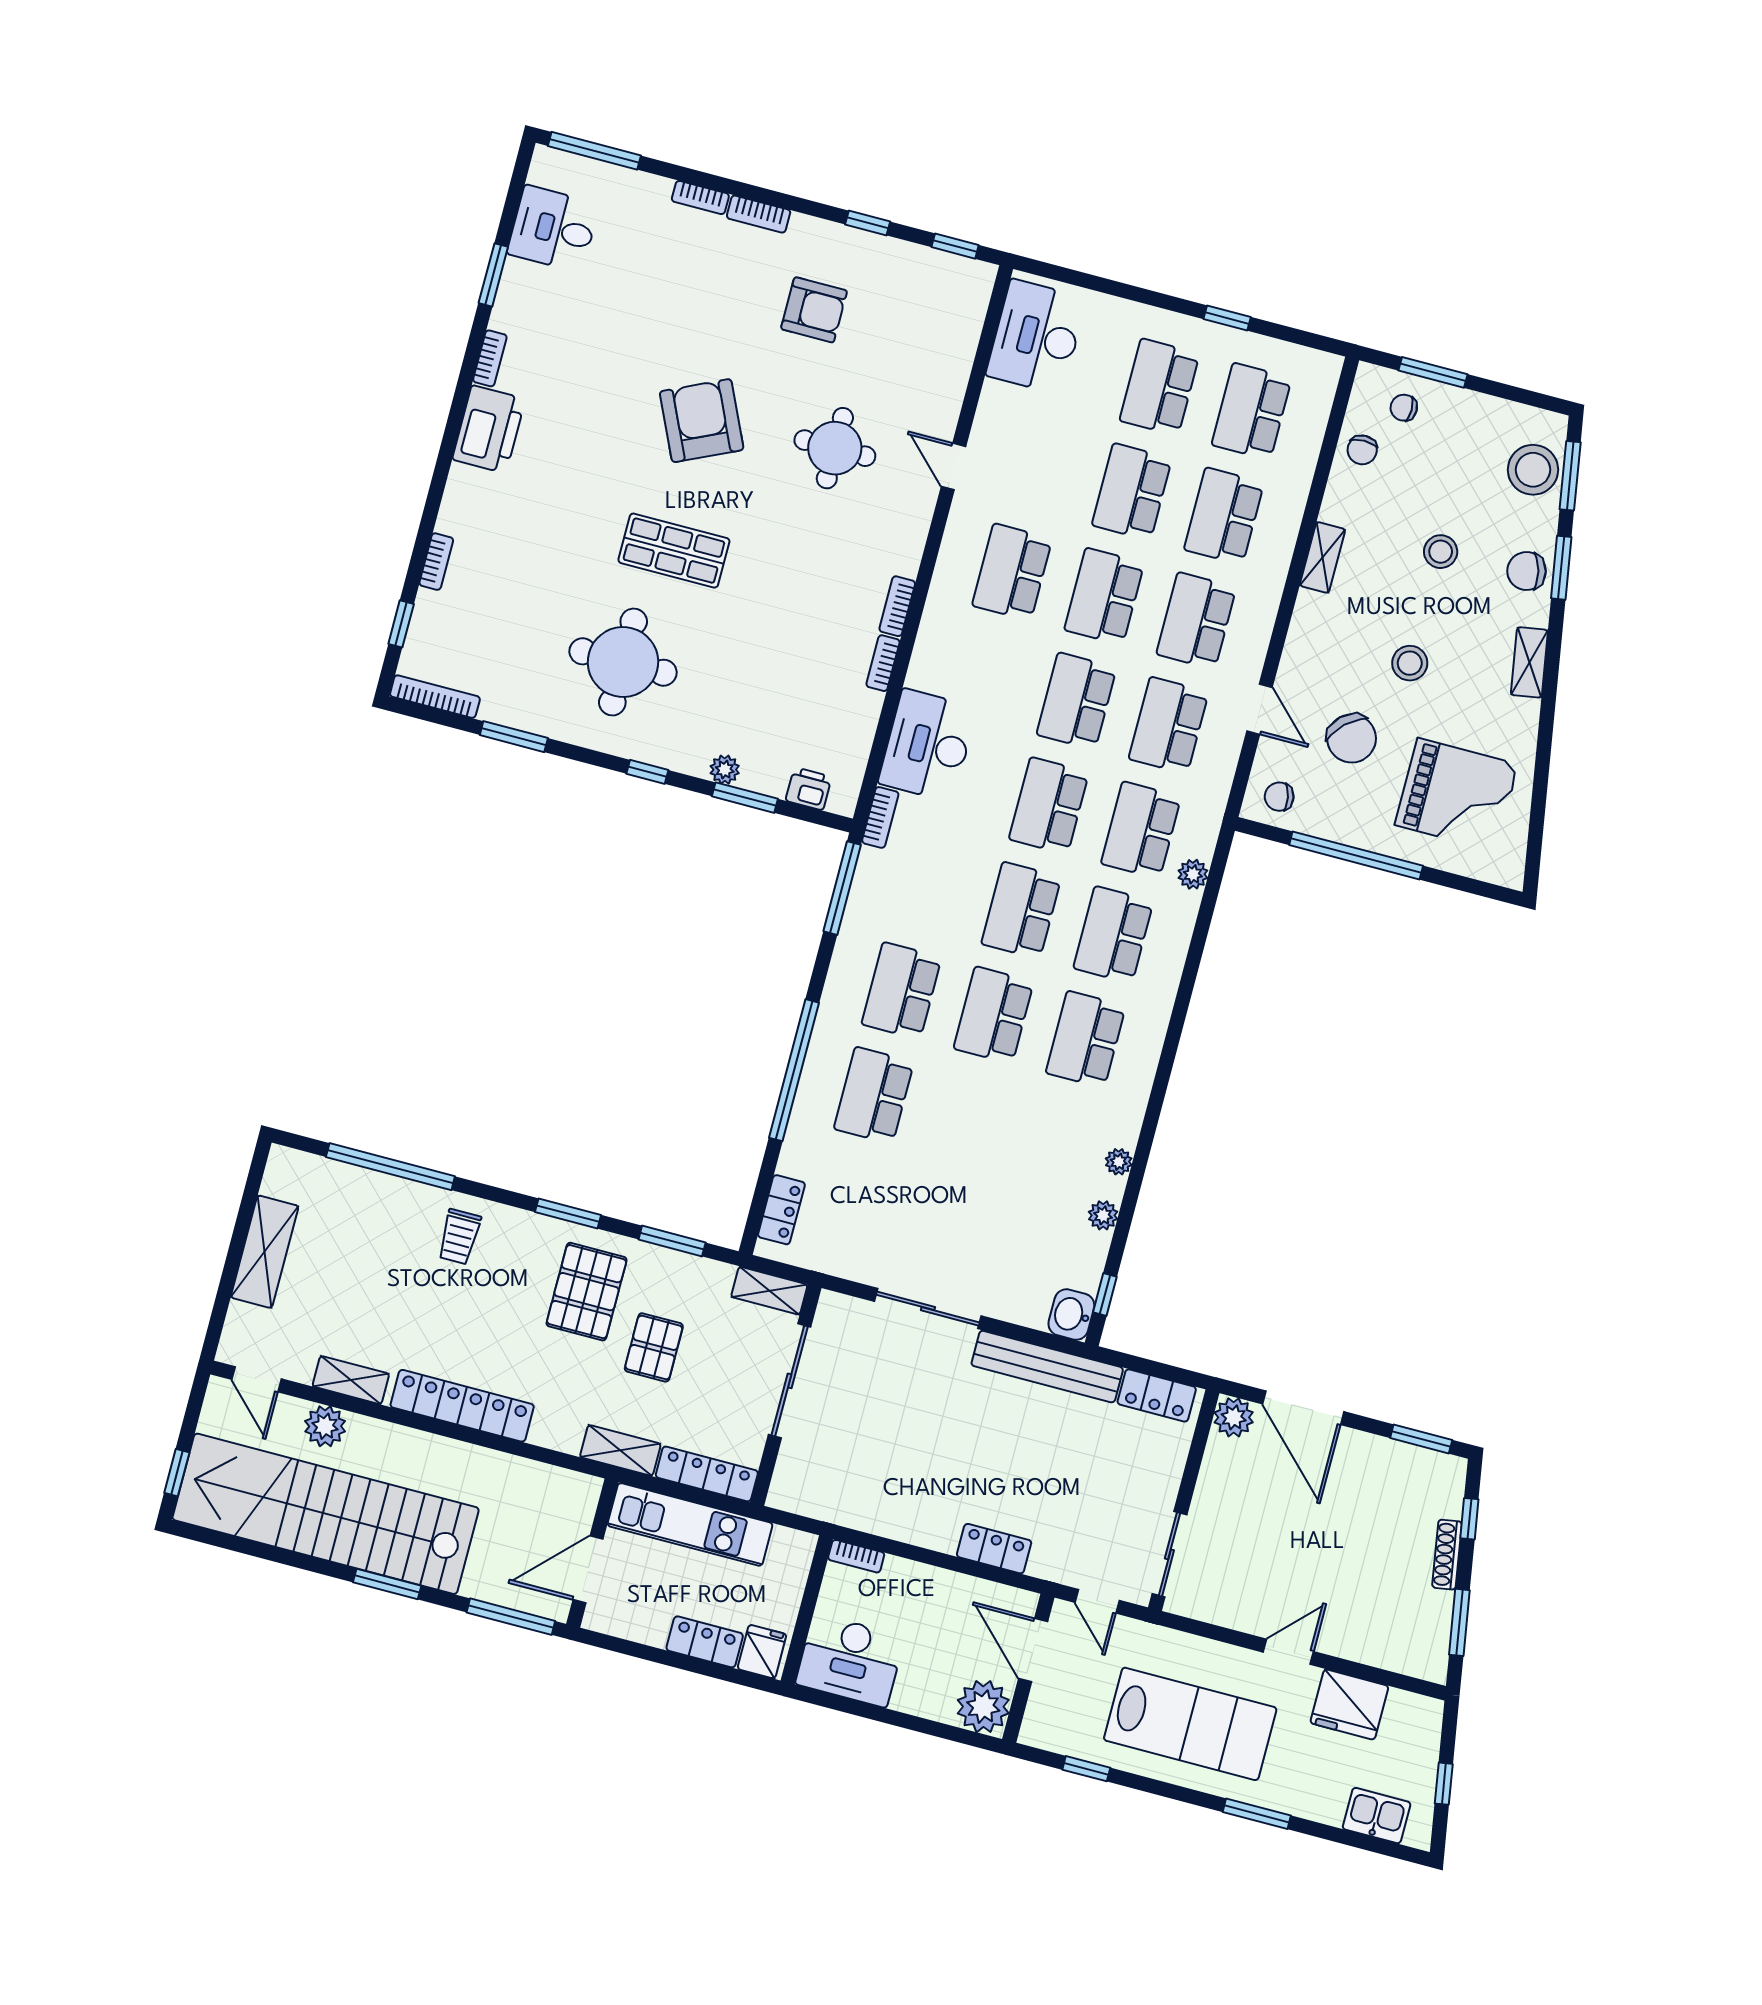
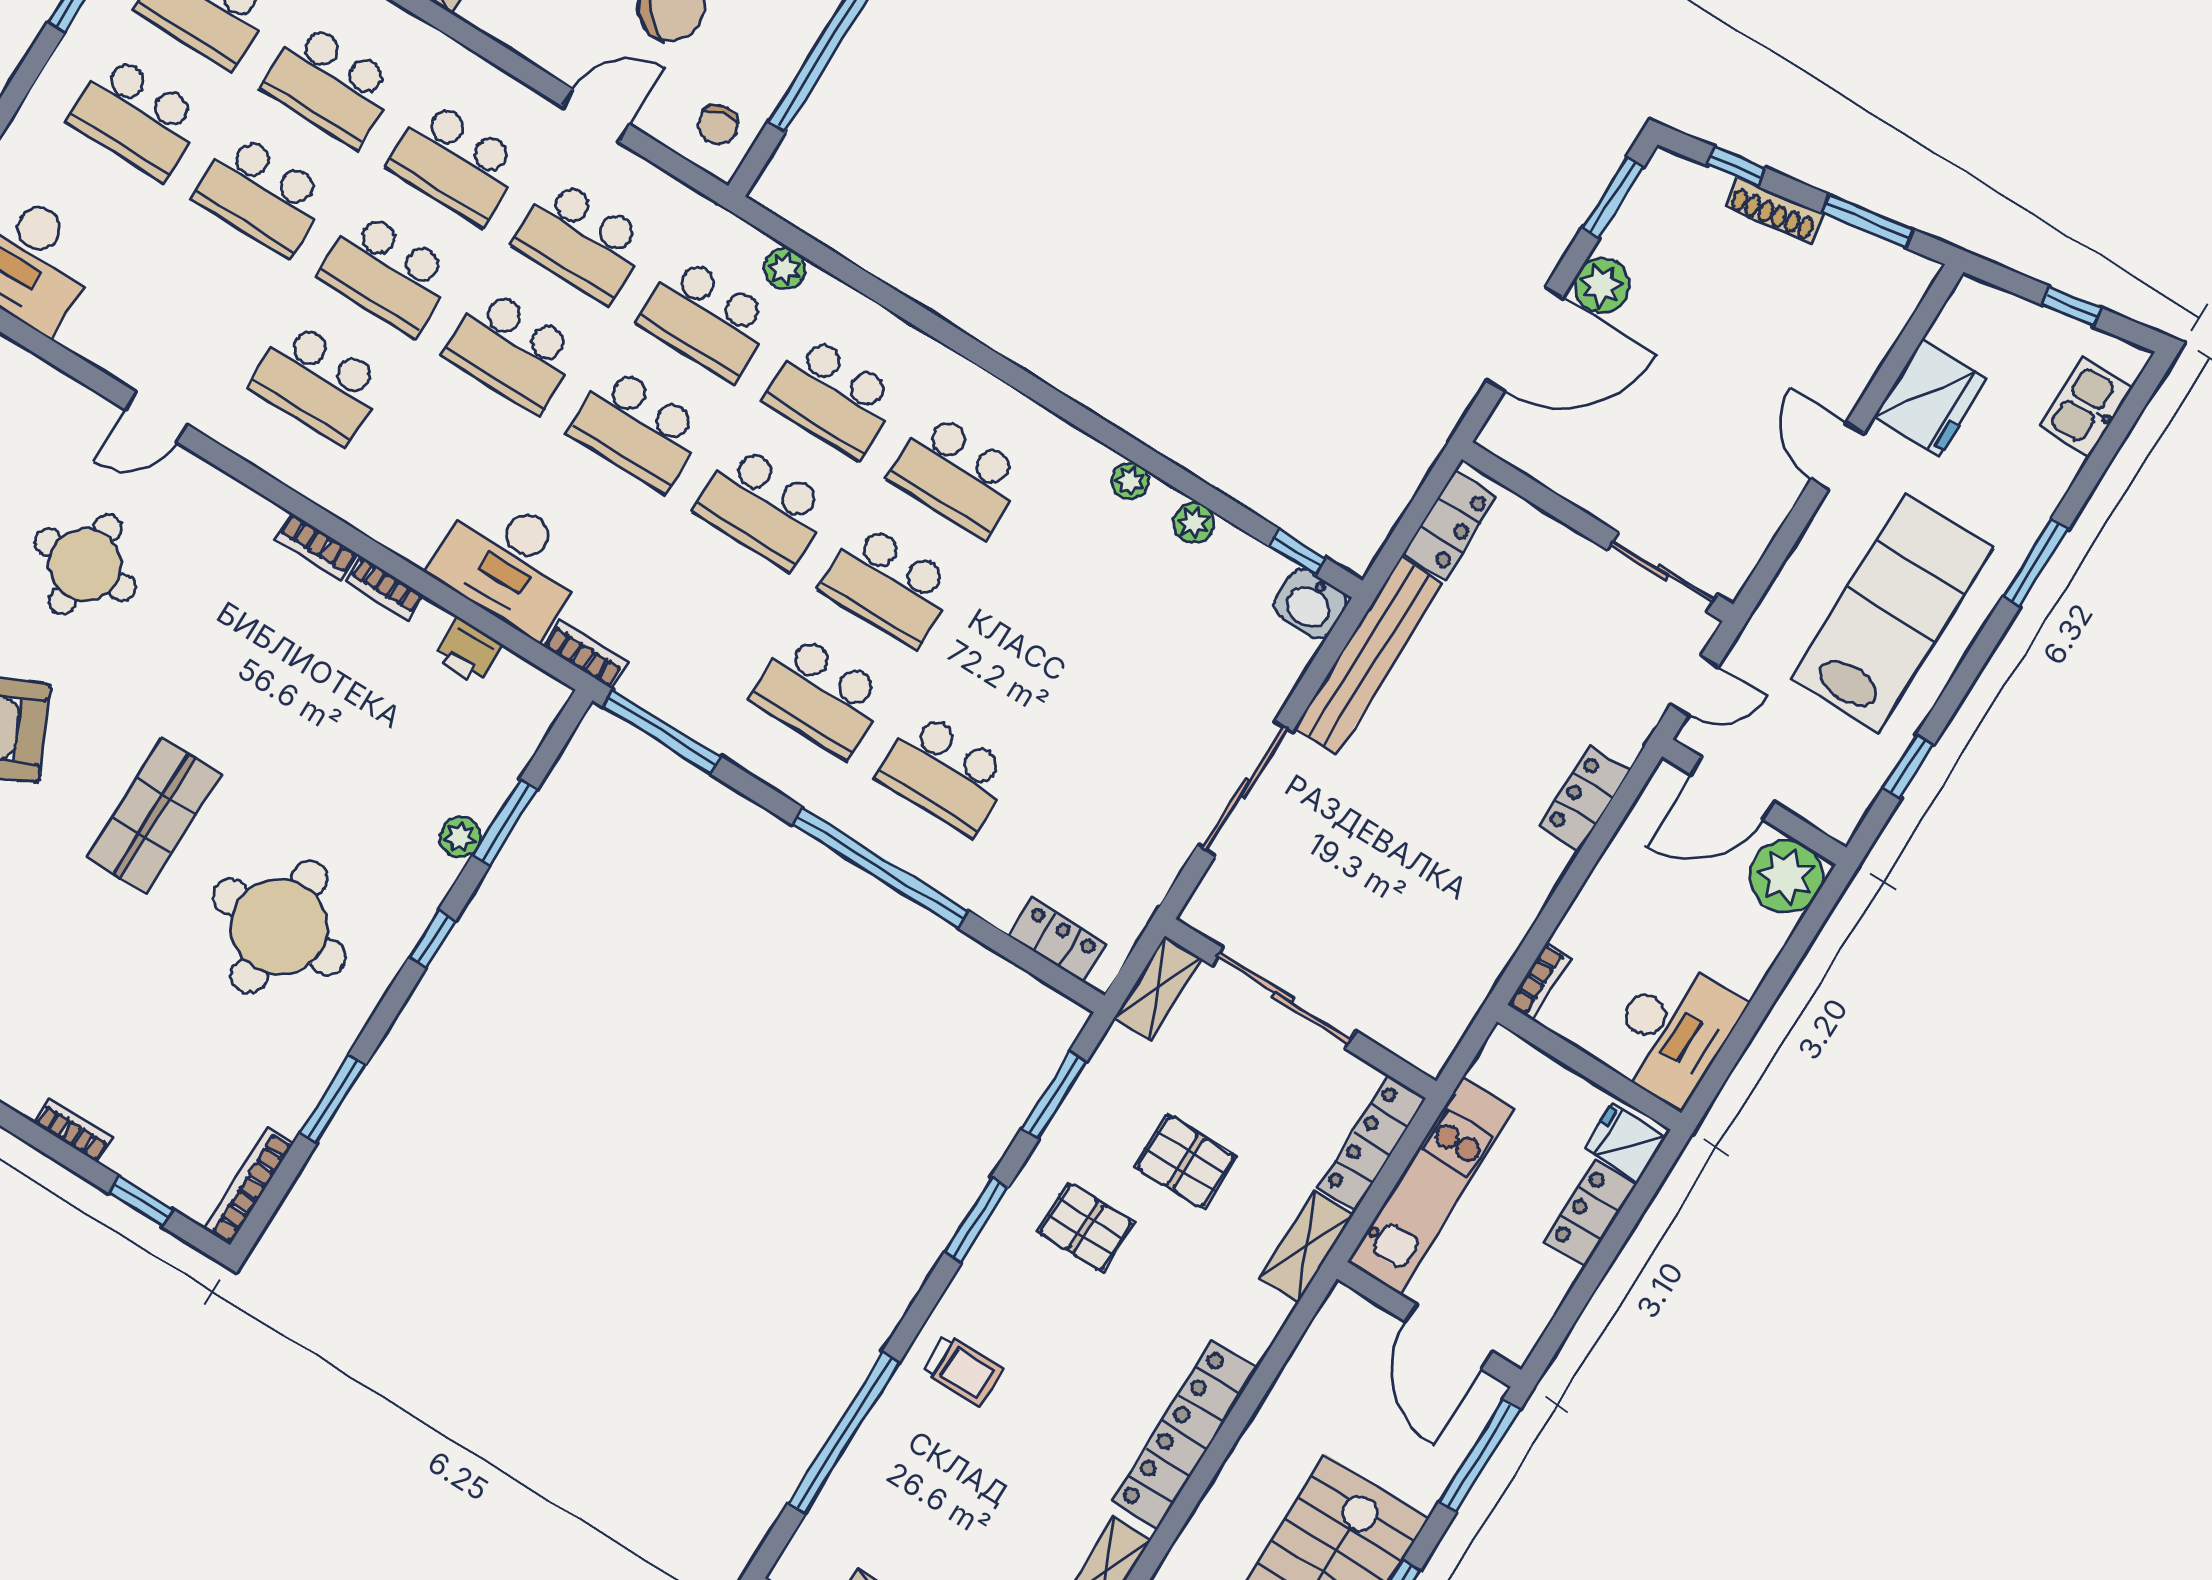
printer: (809, 789) -> (468, 651), moved, turned -90
pallet: (587, 1292) -> (1086, 1227), width x0.67, depth x0.71
plant: (1234, 1417) -> (1602, 285), moved

